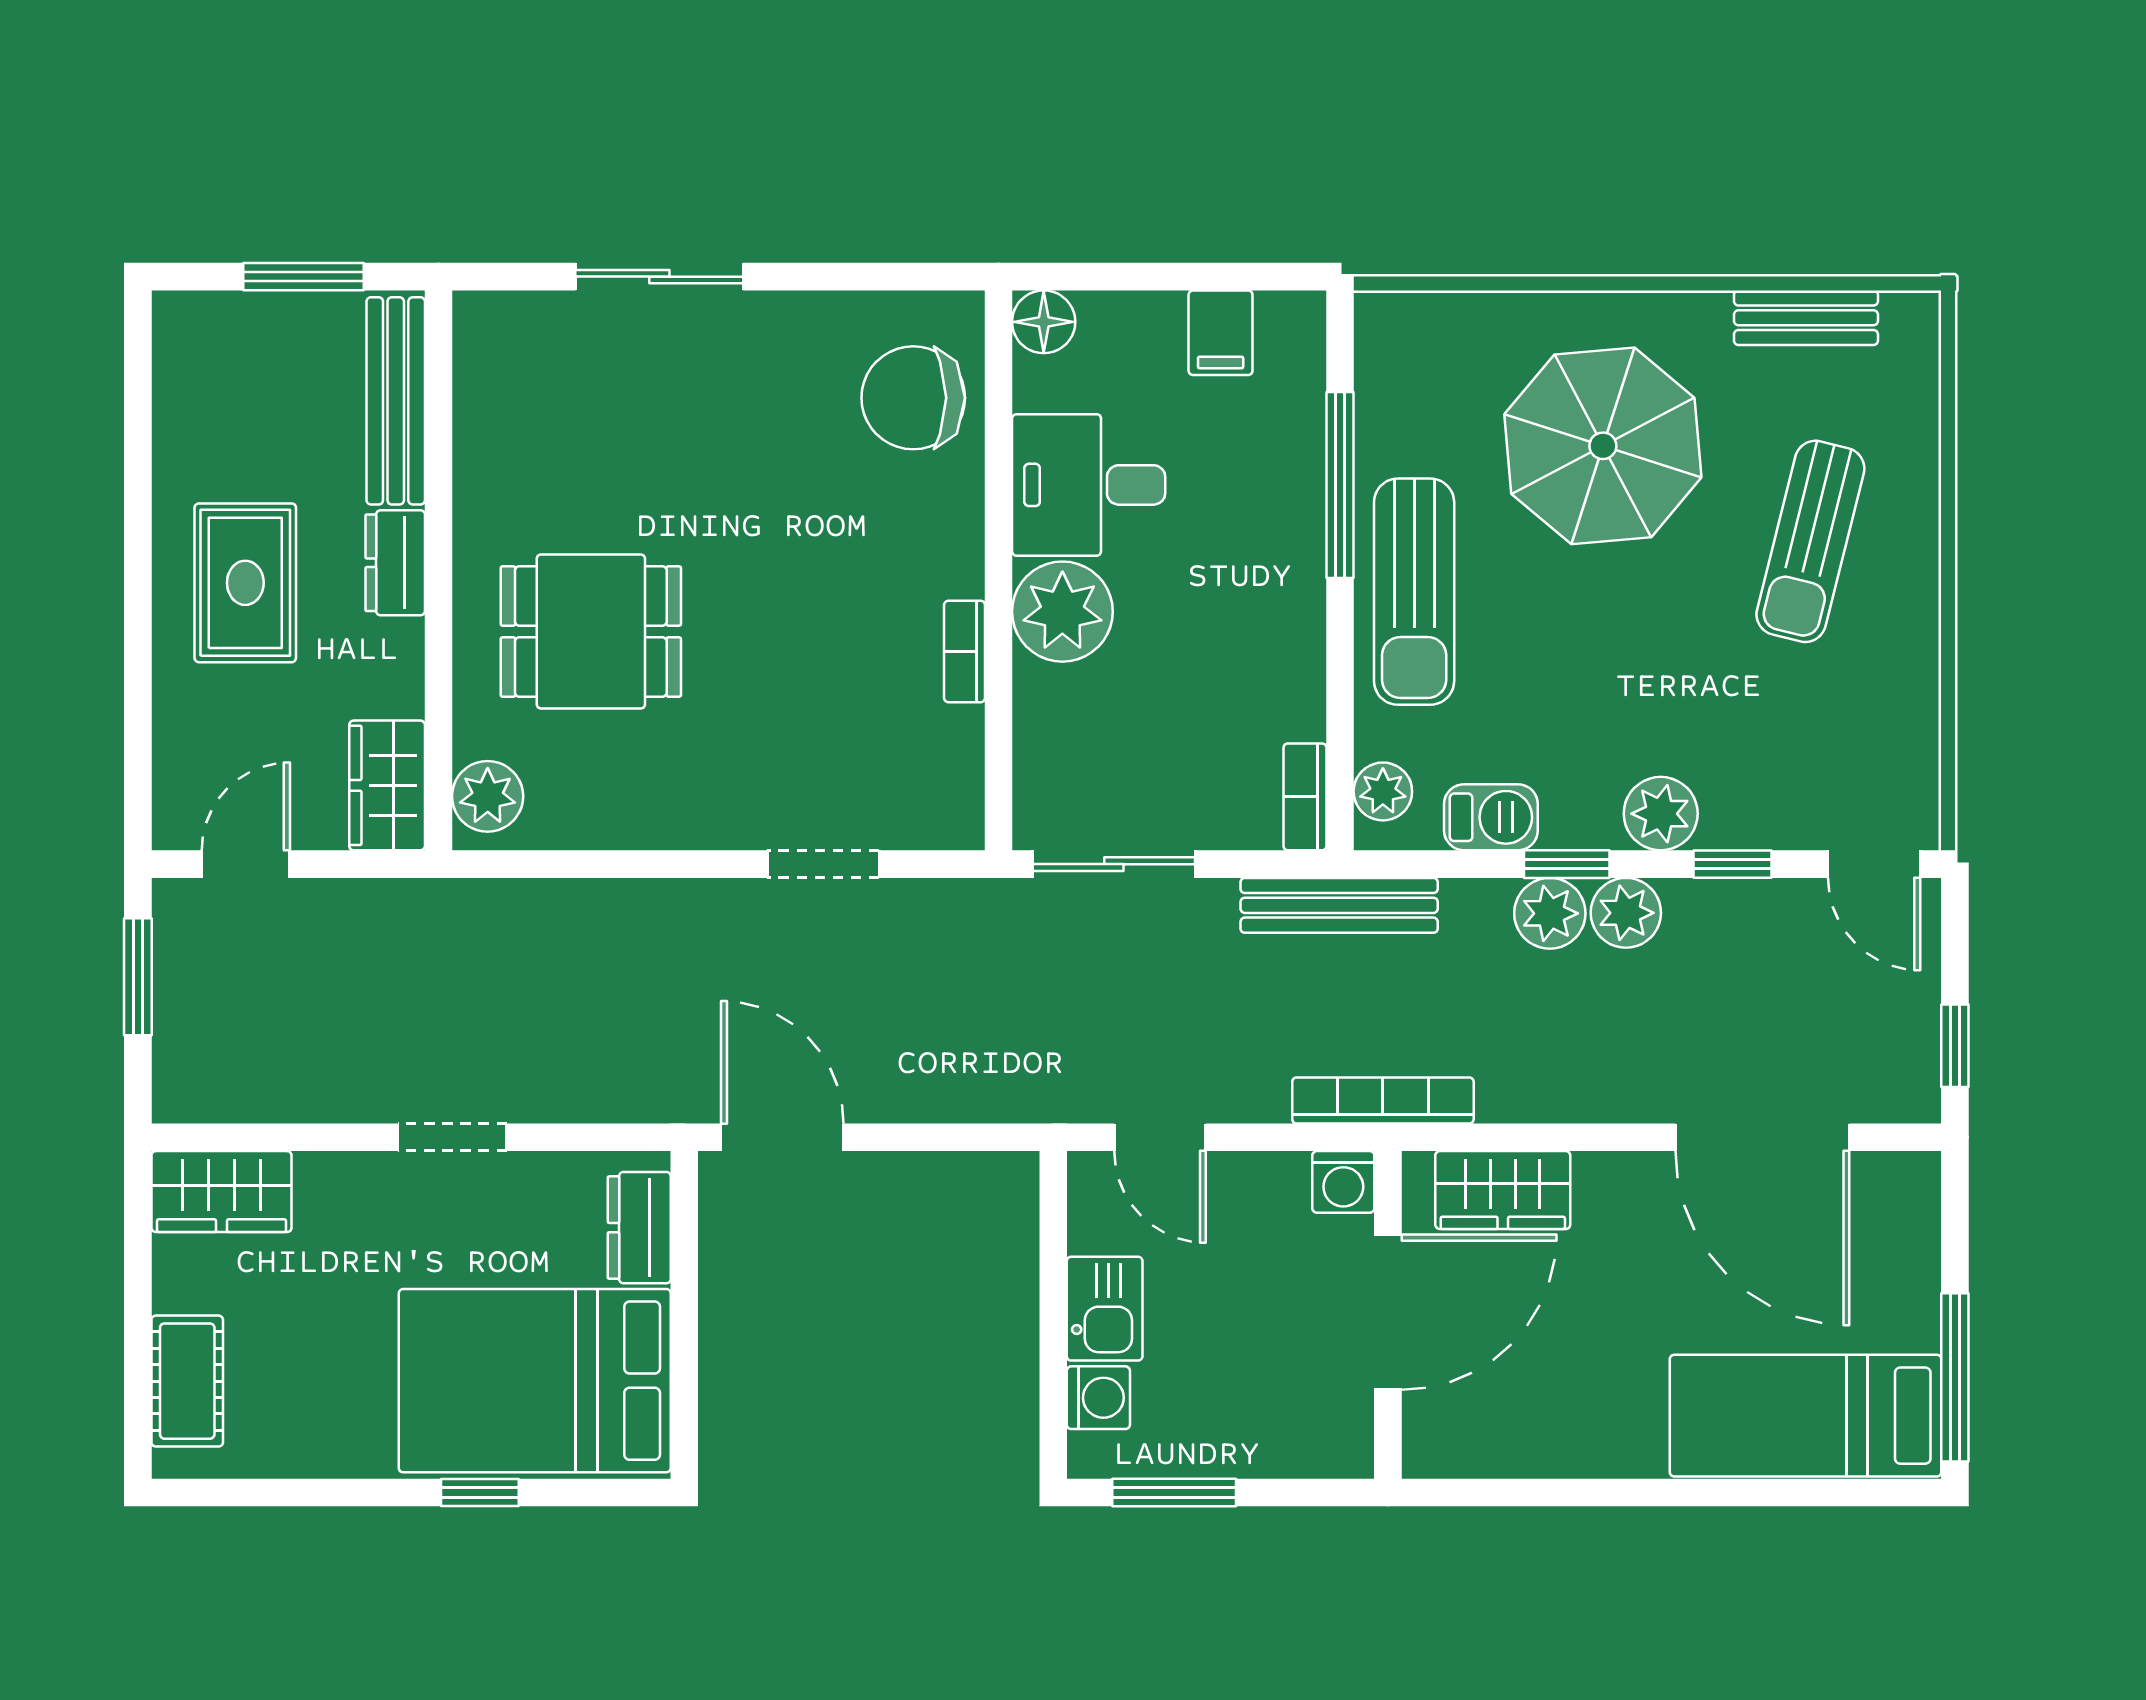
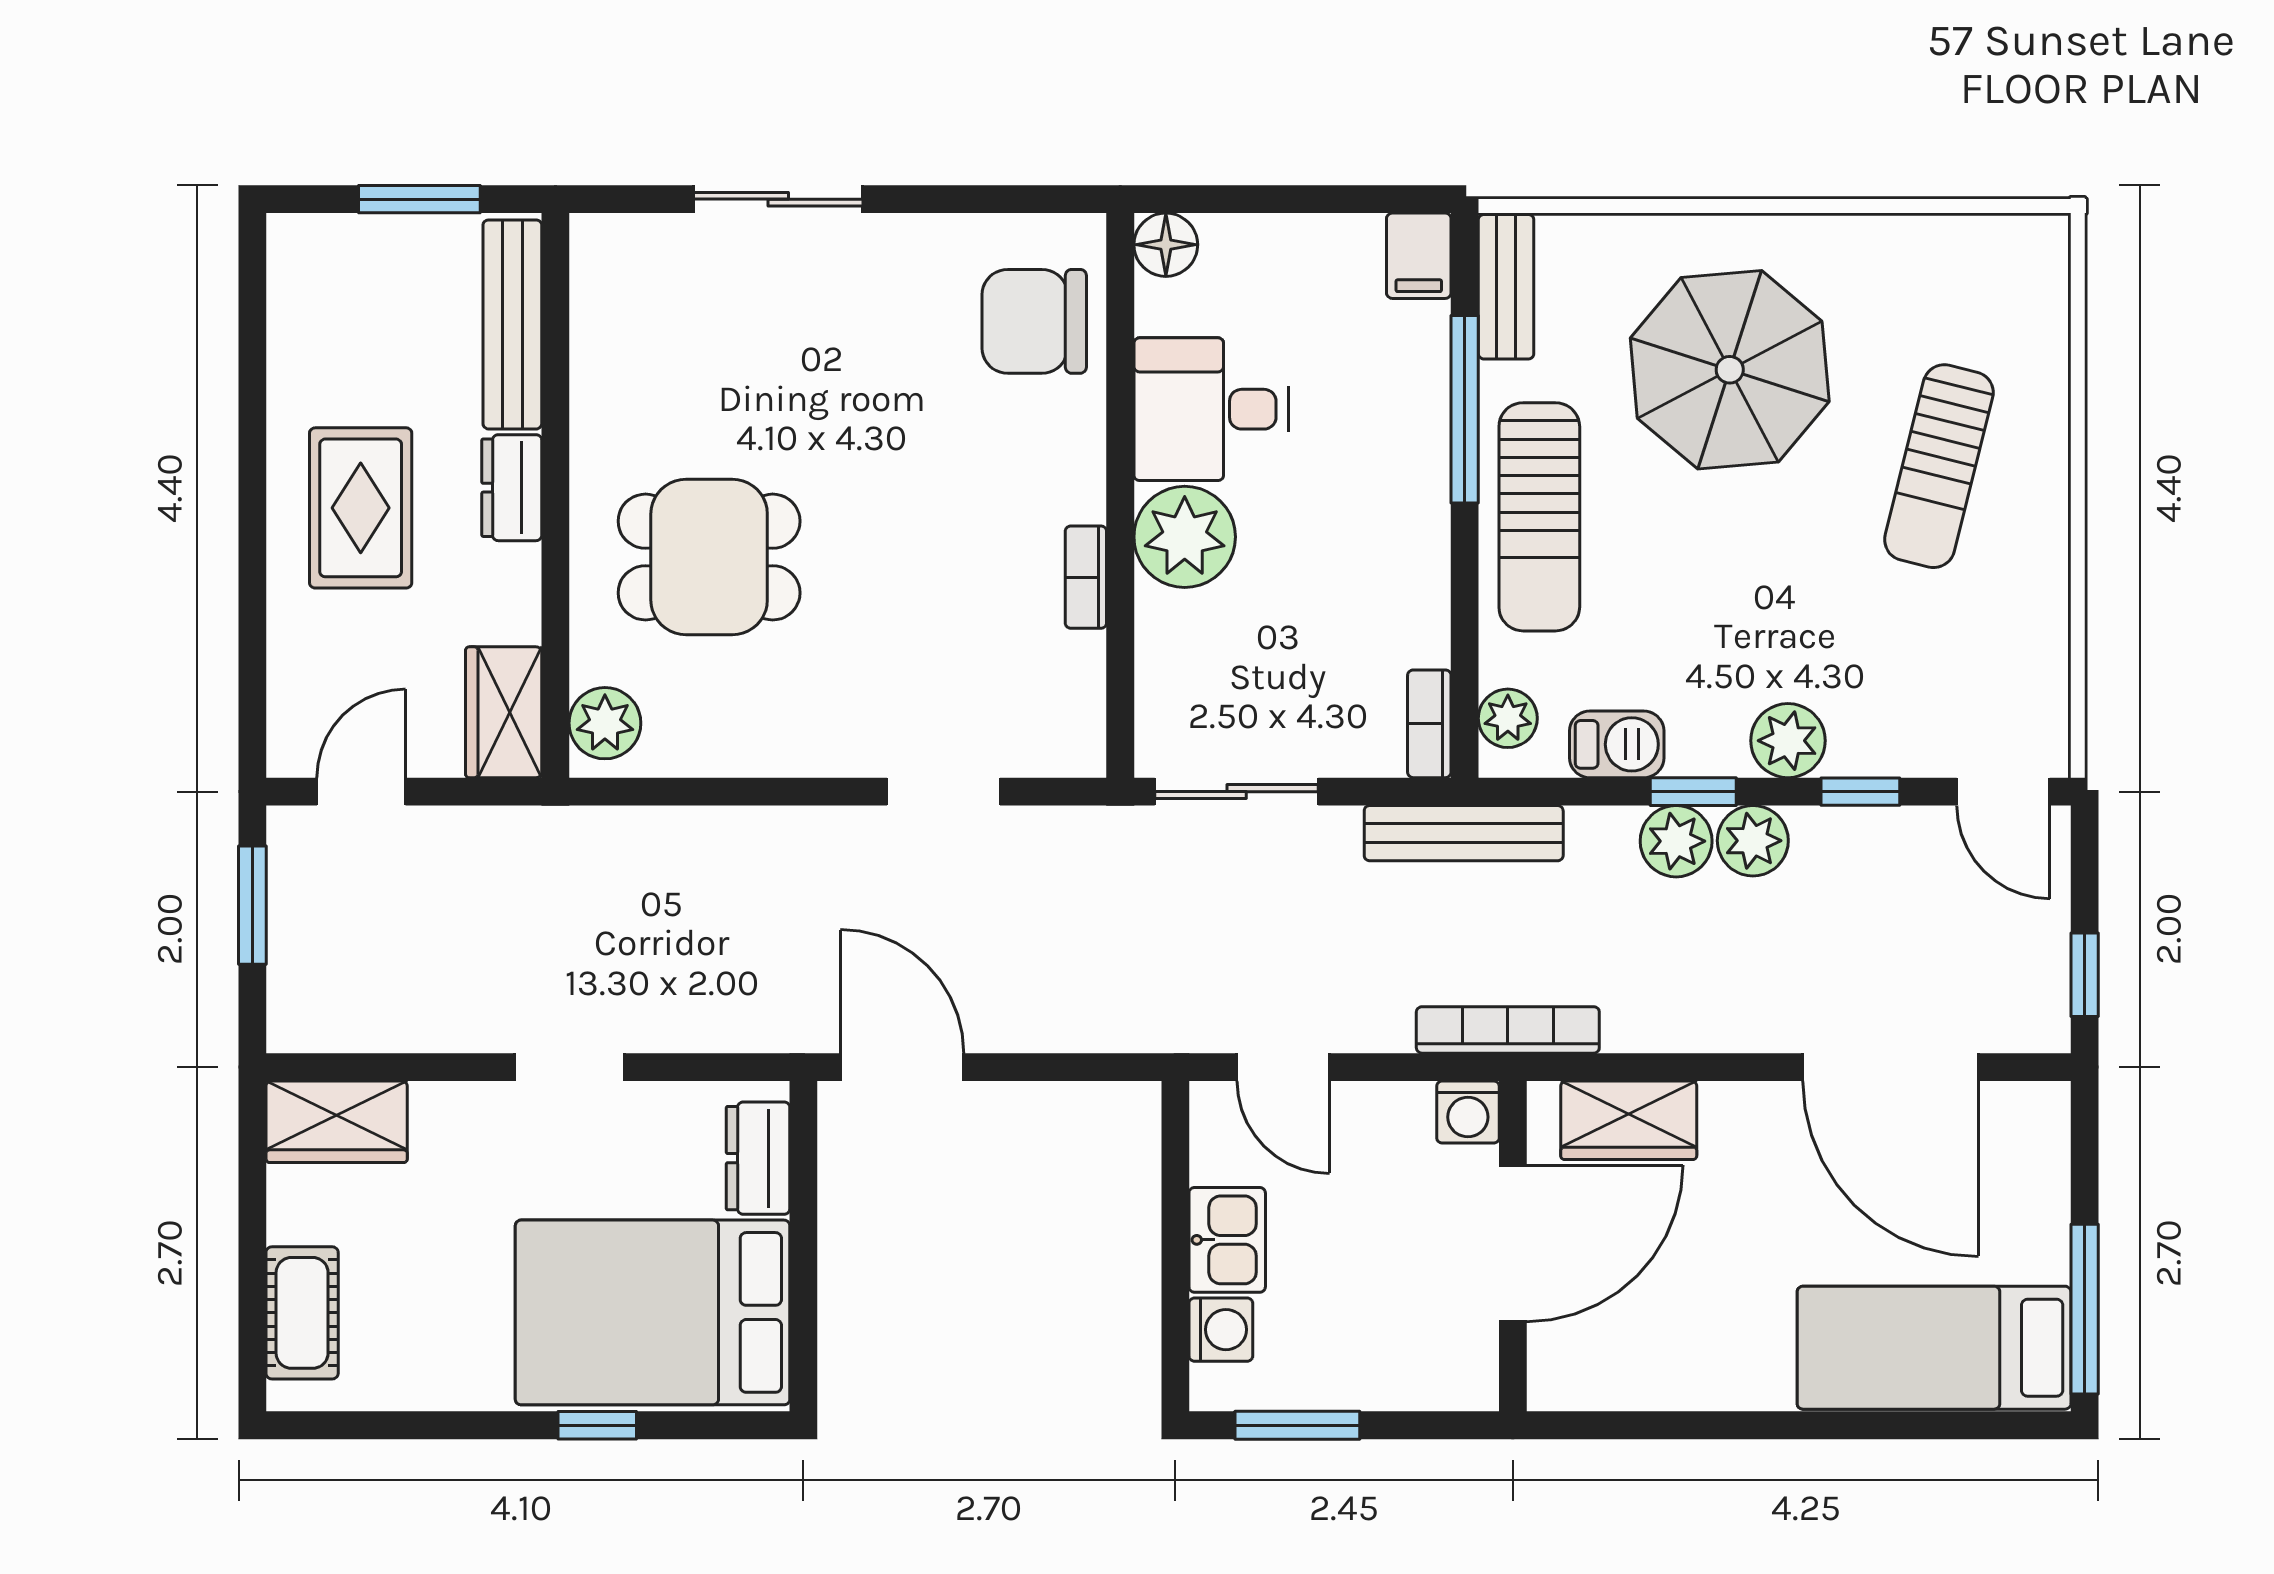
bench: (1806, 318) -> (1506, 287), moved, turned 90
filing cabinet: (1221, 333) -> (1419, 256), moved

